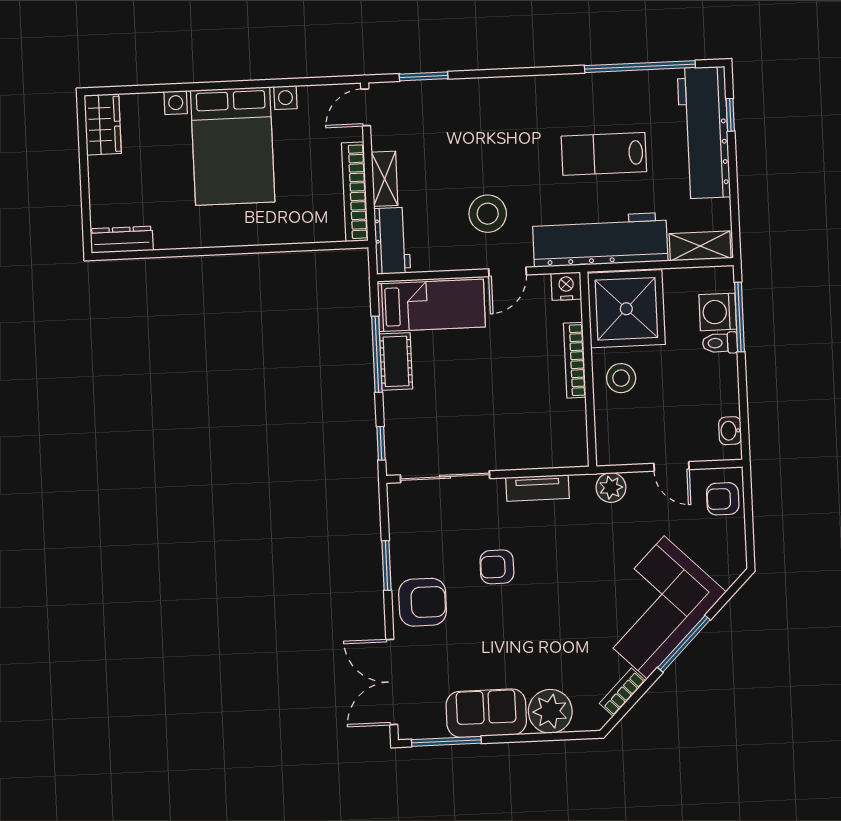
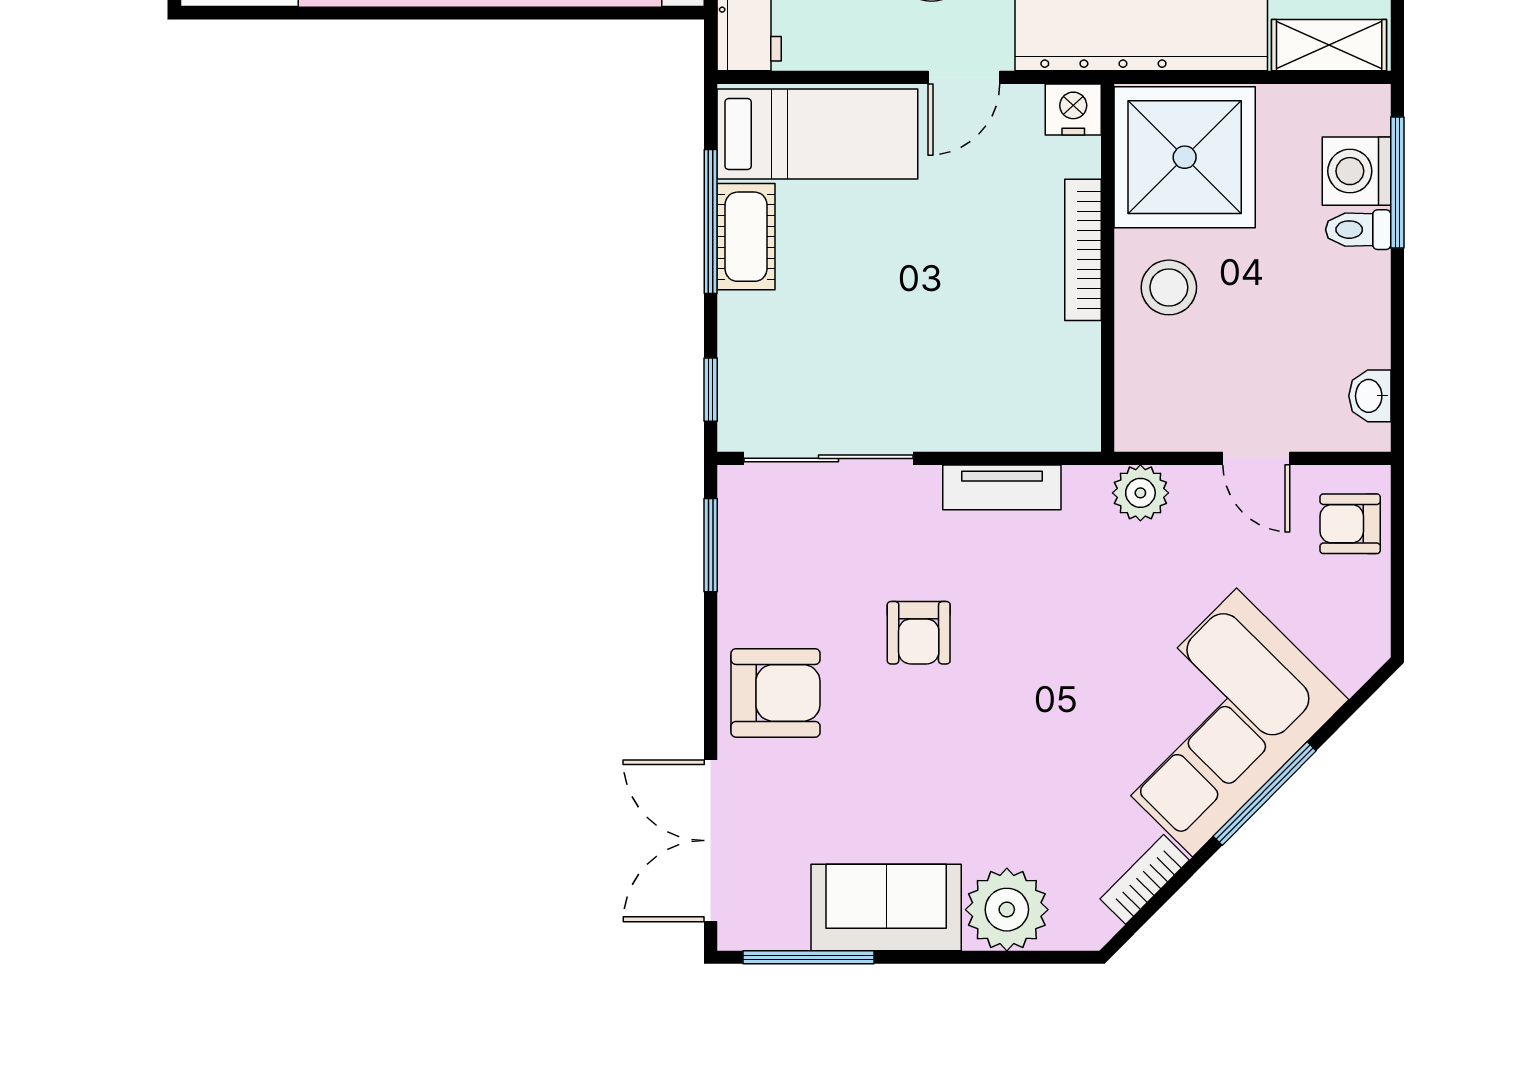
window: (386, 565) -> (711, 545), moved
armchair: (497, 567) -> (919, 633), turned -90

